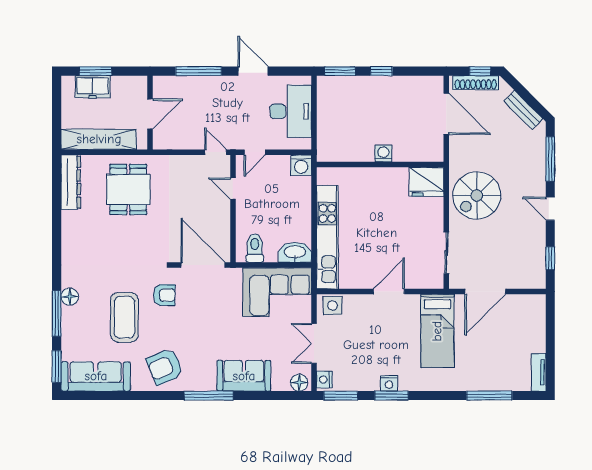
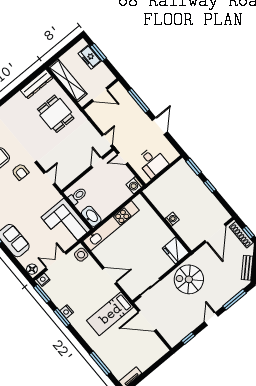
desk: (291, 111) -> (152, 162), width x0.73
dining table: (128, 189) -> (56, 114), turned 90
door: (203, 265) -> (49, 178), width x0.53

